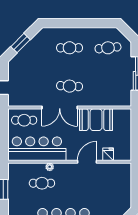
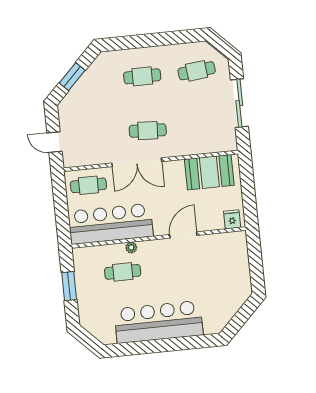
booth: (96, 120) -> (209, 172), moved
fridge: (108, 154) -> (232, 219), moved

